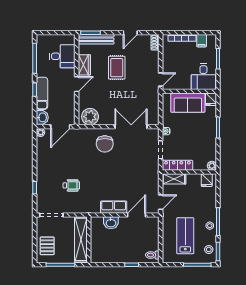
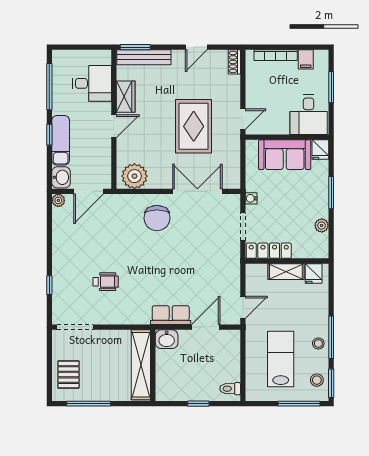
rug: (117, 68) -> (194, 126), moved, width x1.36, depth x1.43
plant: (212, 166) -> (322, 225), moved
shelving: (174, 179) -> (286, 272), moved
shelving: (81, 239) -> (141, 365), moved
wall: (89, 240) -> (153, 365), moved

